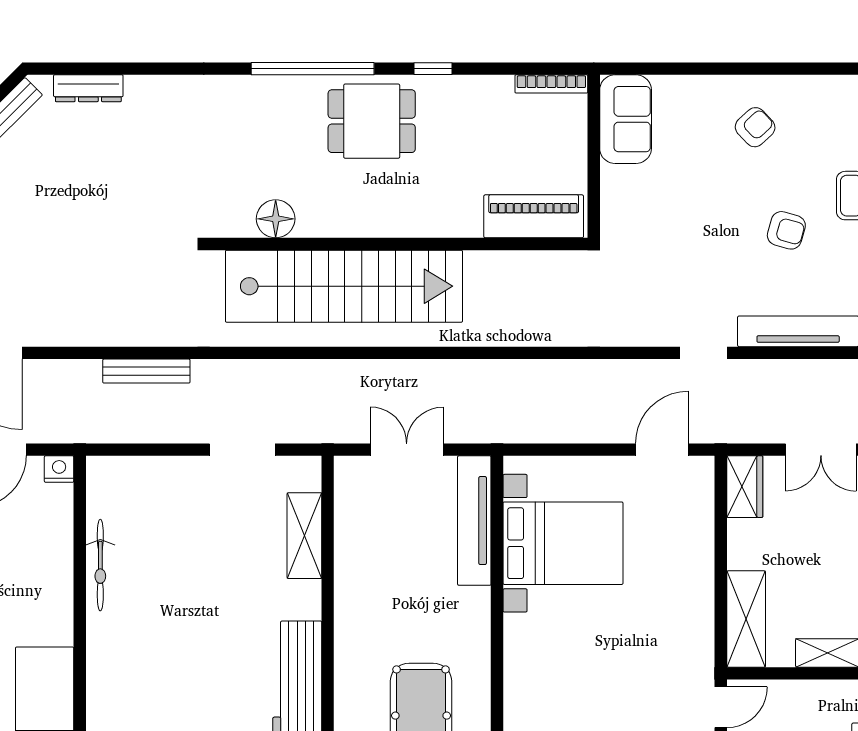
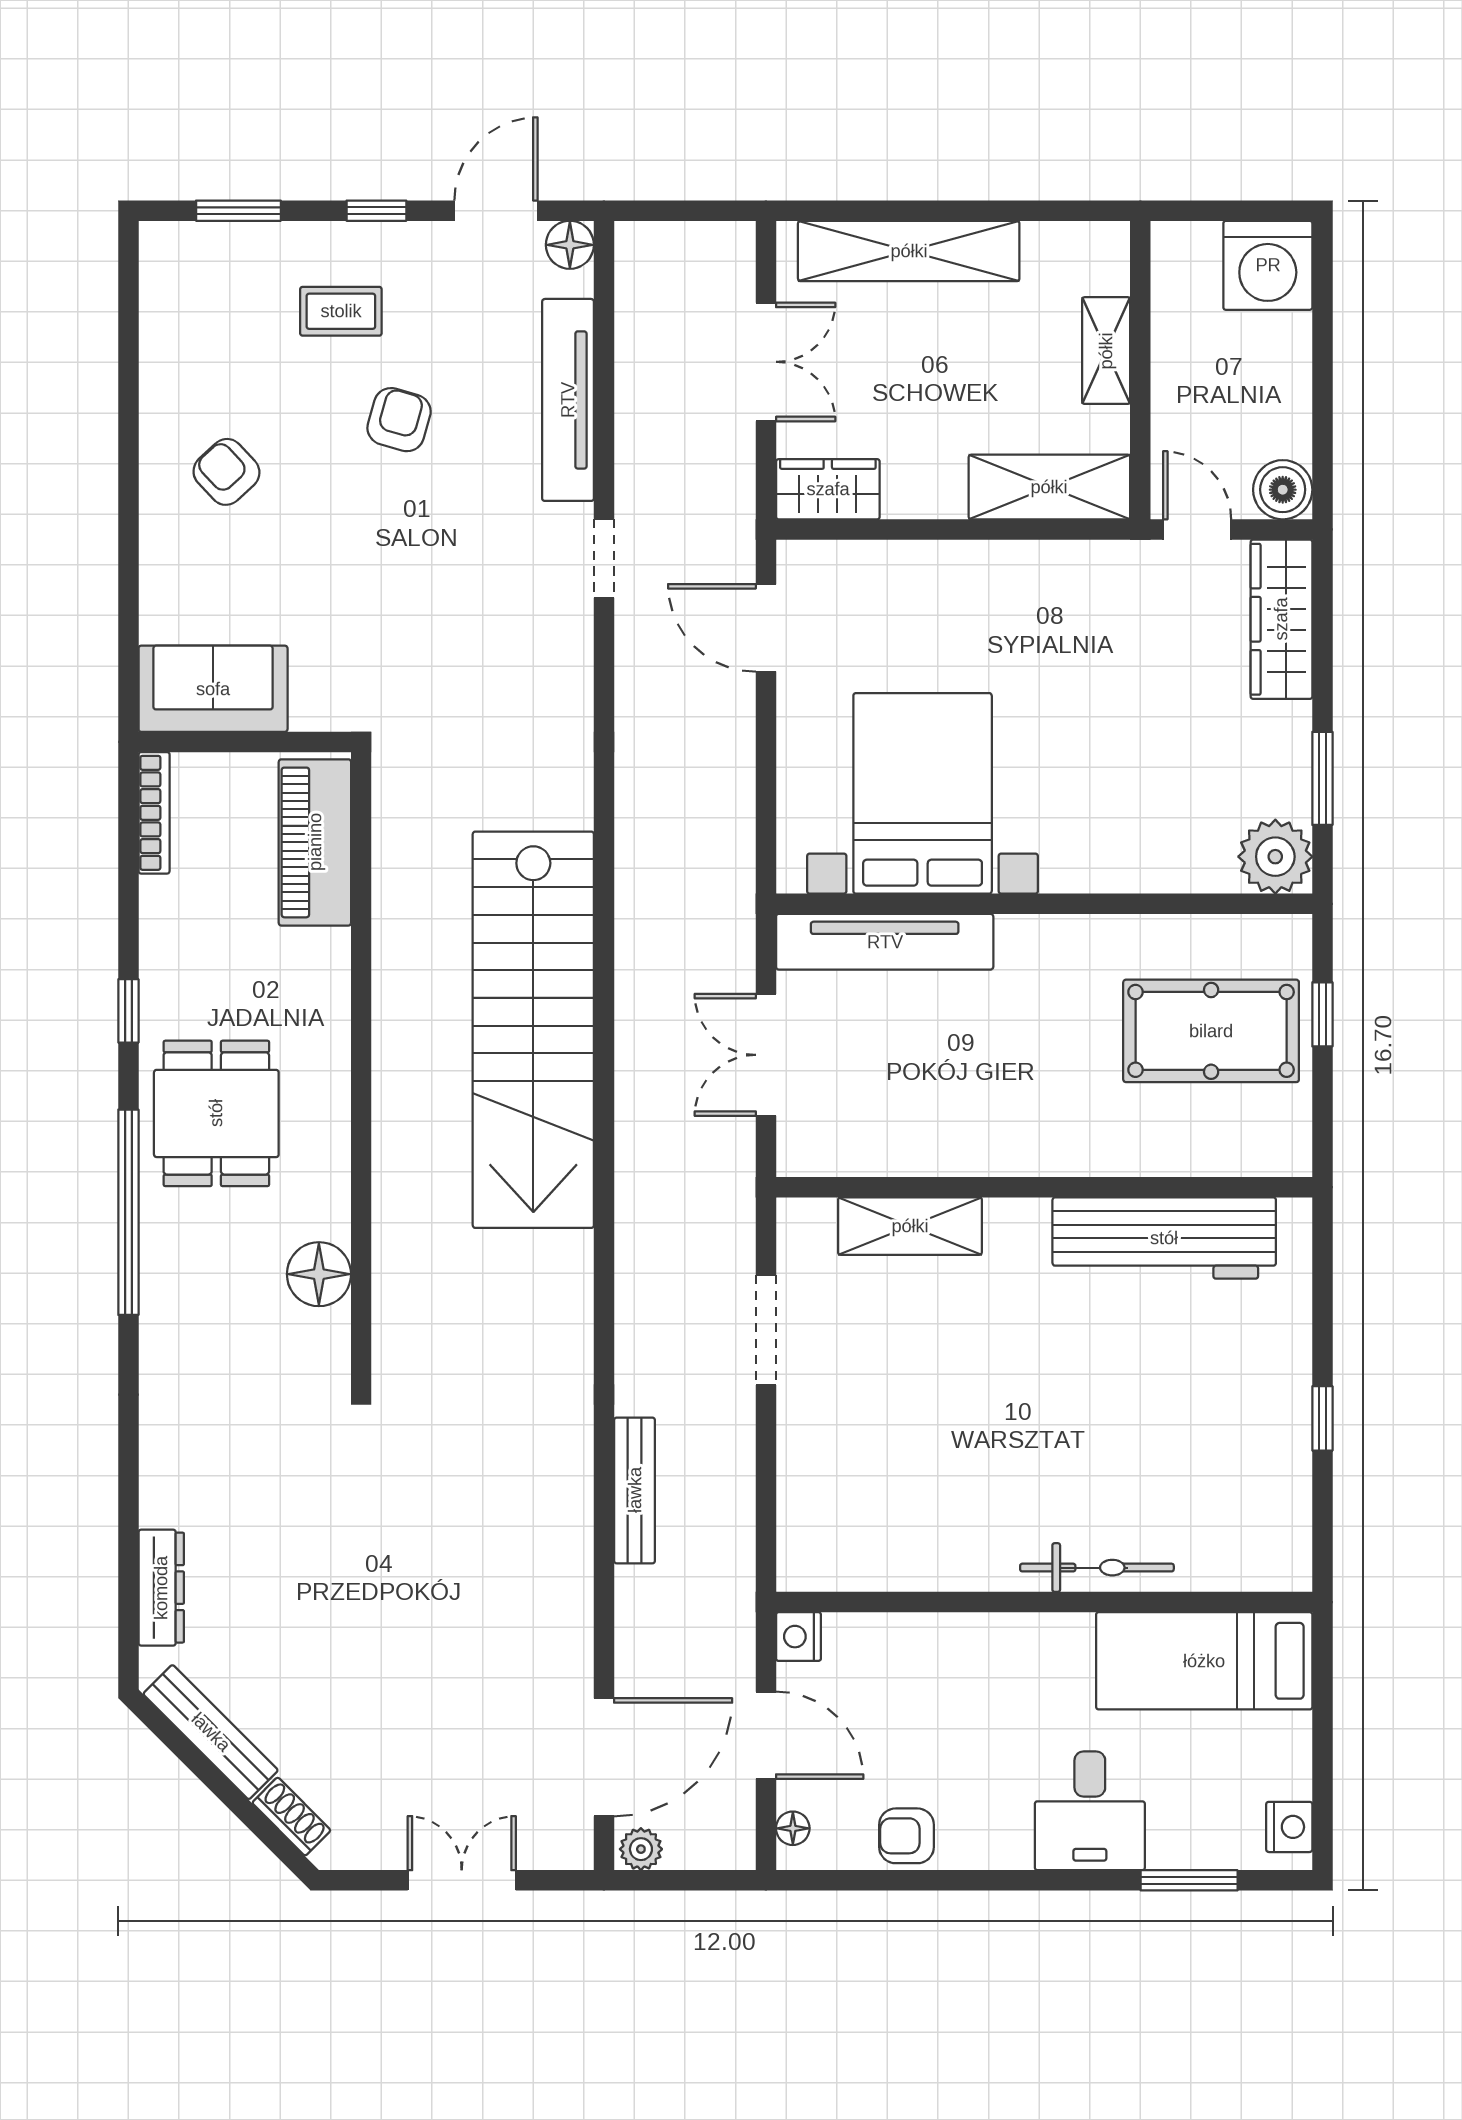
piano: (534, 216) -> (315, 842), moved
floor lamp: (276, 219) -> (319, 1274), moved
wall: (399, 244) -> (361, 1068), moved
stairs: (344, 286) -> (533, 1030), moved, turned 180
bicycle: (100, 565) -> (1097, 1568), moved

